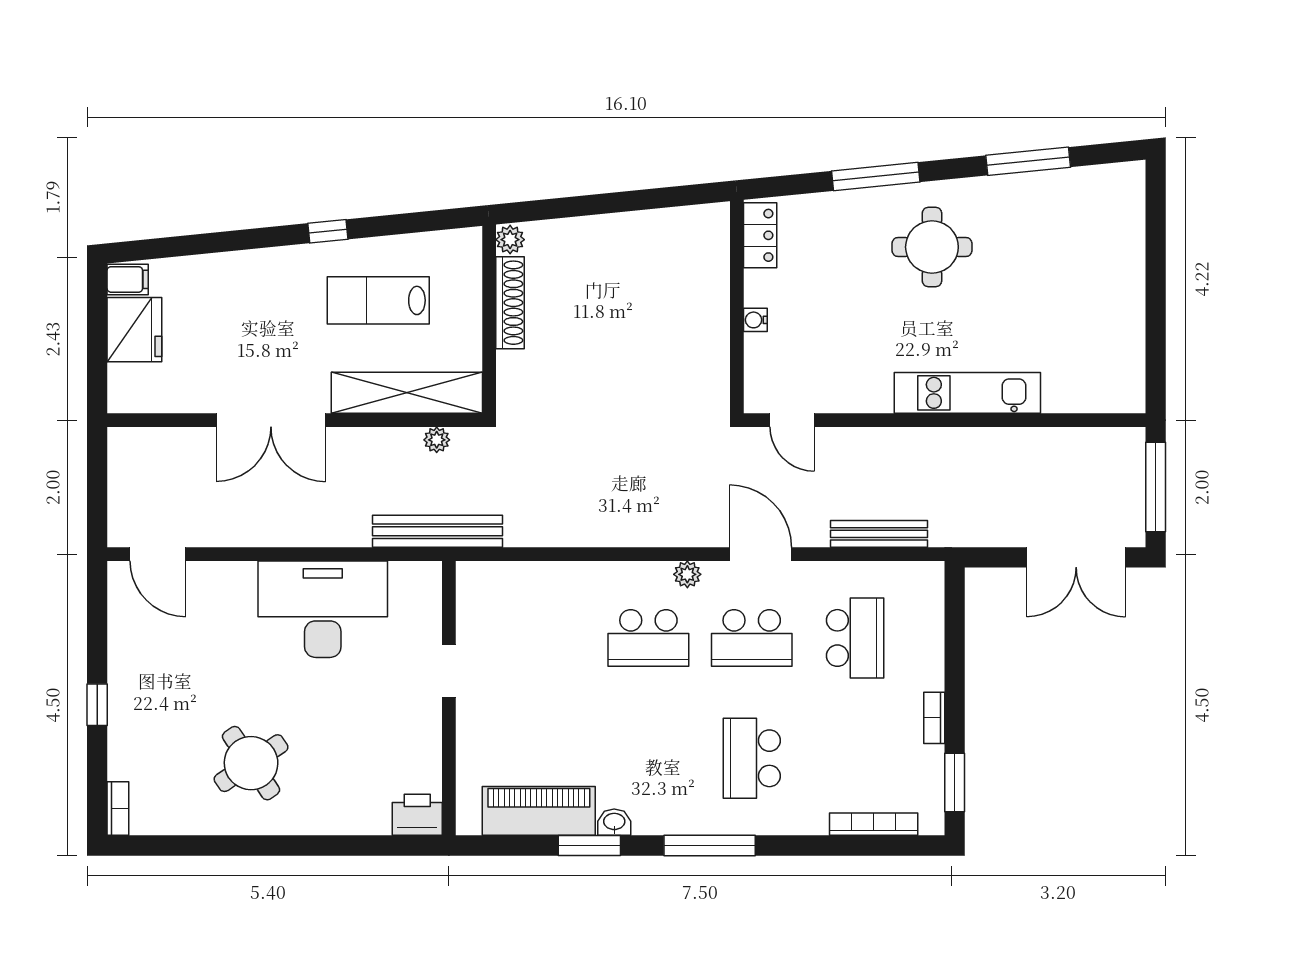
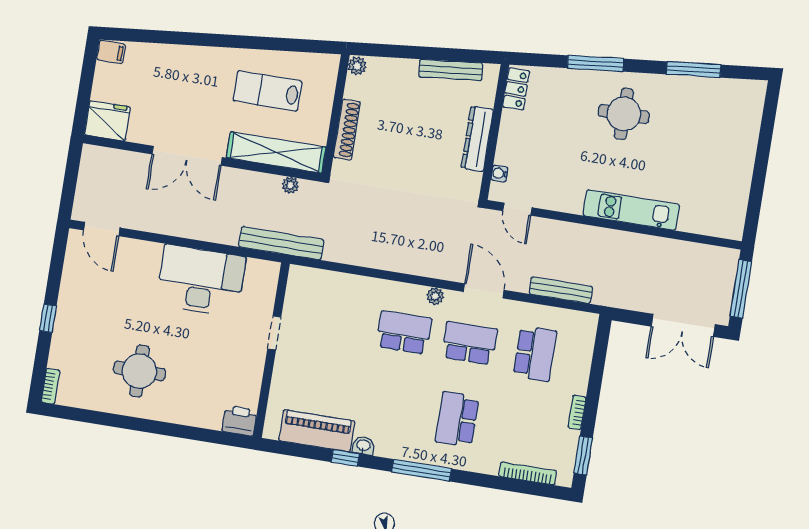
bench: (655, 223) -> (451, 70), added
window: (328, 231) -> (243, 42), removed
shoe rack: (510, 303) -> (347, 130), moved
water cooler: (755, 320) -> (499, 173), moved
dresser: (713, 322) -> (477, 139), added
fridge: (134, 330) -> (107, 121), moved, turned -90
school desk: (648, 638) -> (404, 333), turned 180
school desk: (752, 638) -> (469, 343), turned 180
round table: (251, 763) -> (139, 371), turned 34
window: (589, 845) -> (345, 458), width x0.67

